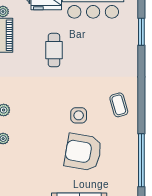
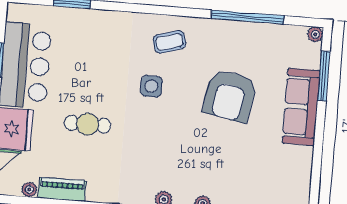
side table: (79, 115) -> (151, 86), moved

